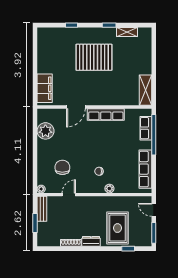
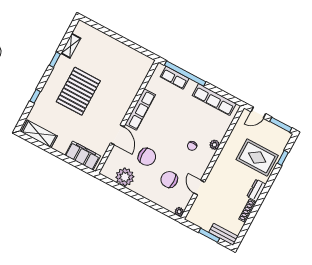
shelving: (145, 90) -> (39, 134), moved
chair: (71, 140) -> (147, 157), added
bench: (42, 209) -> (223, 234), moved

